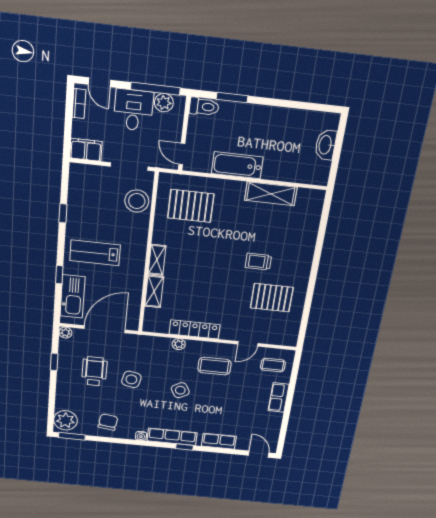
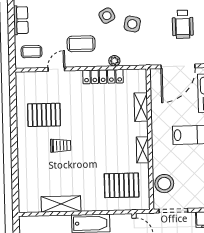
shelving: (157, 260) -> (143, 150), moved
side table: (131, 379) -> (132, 24), moved

